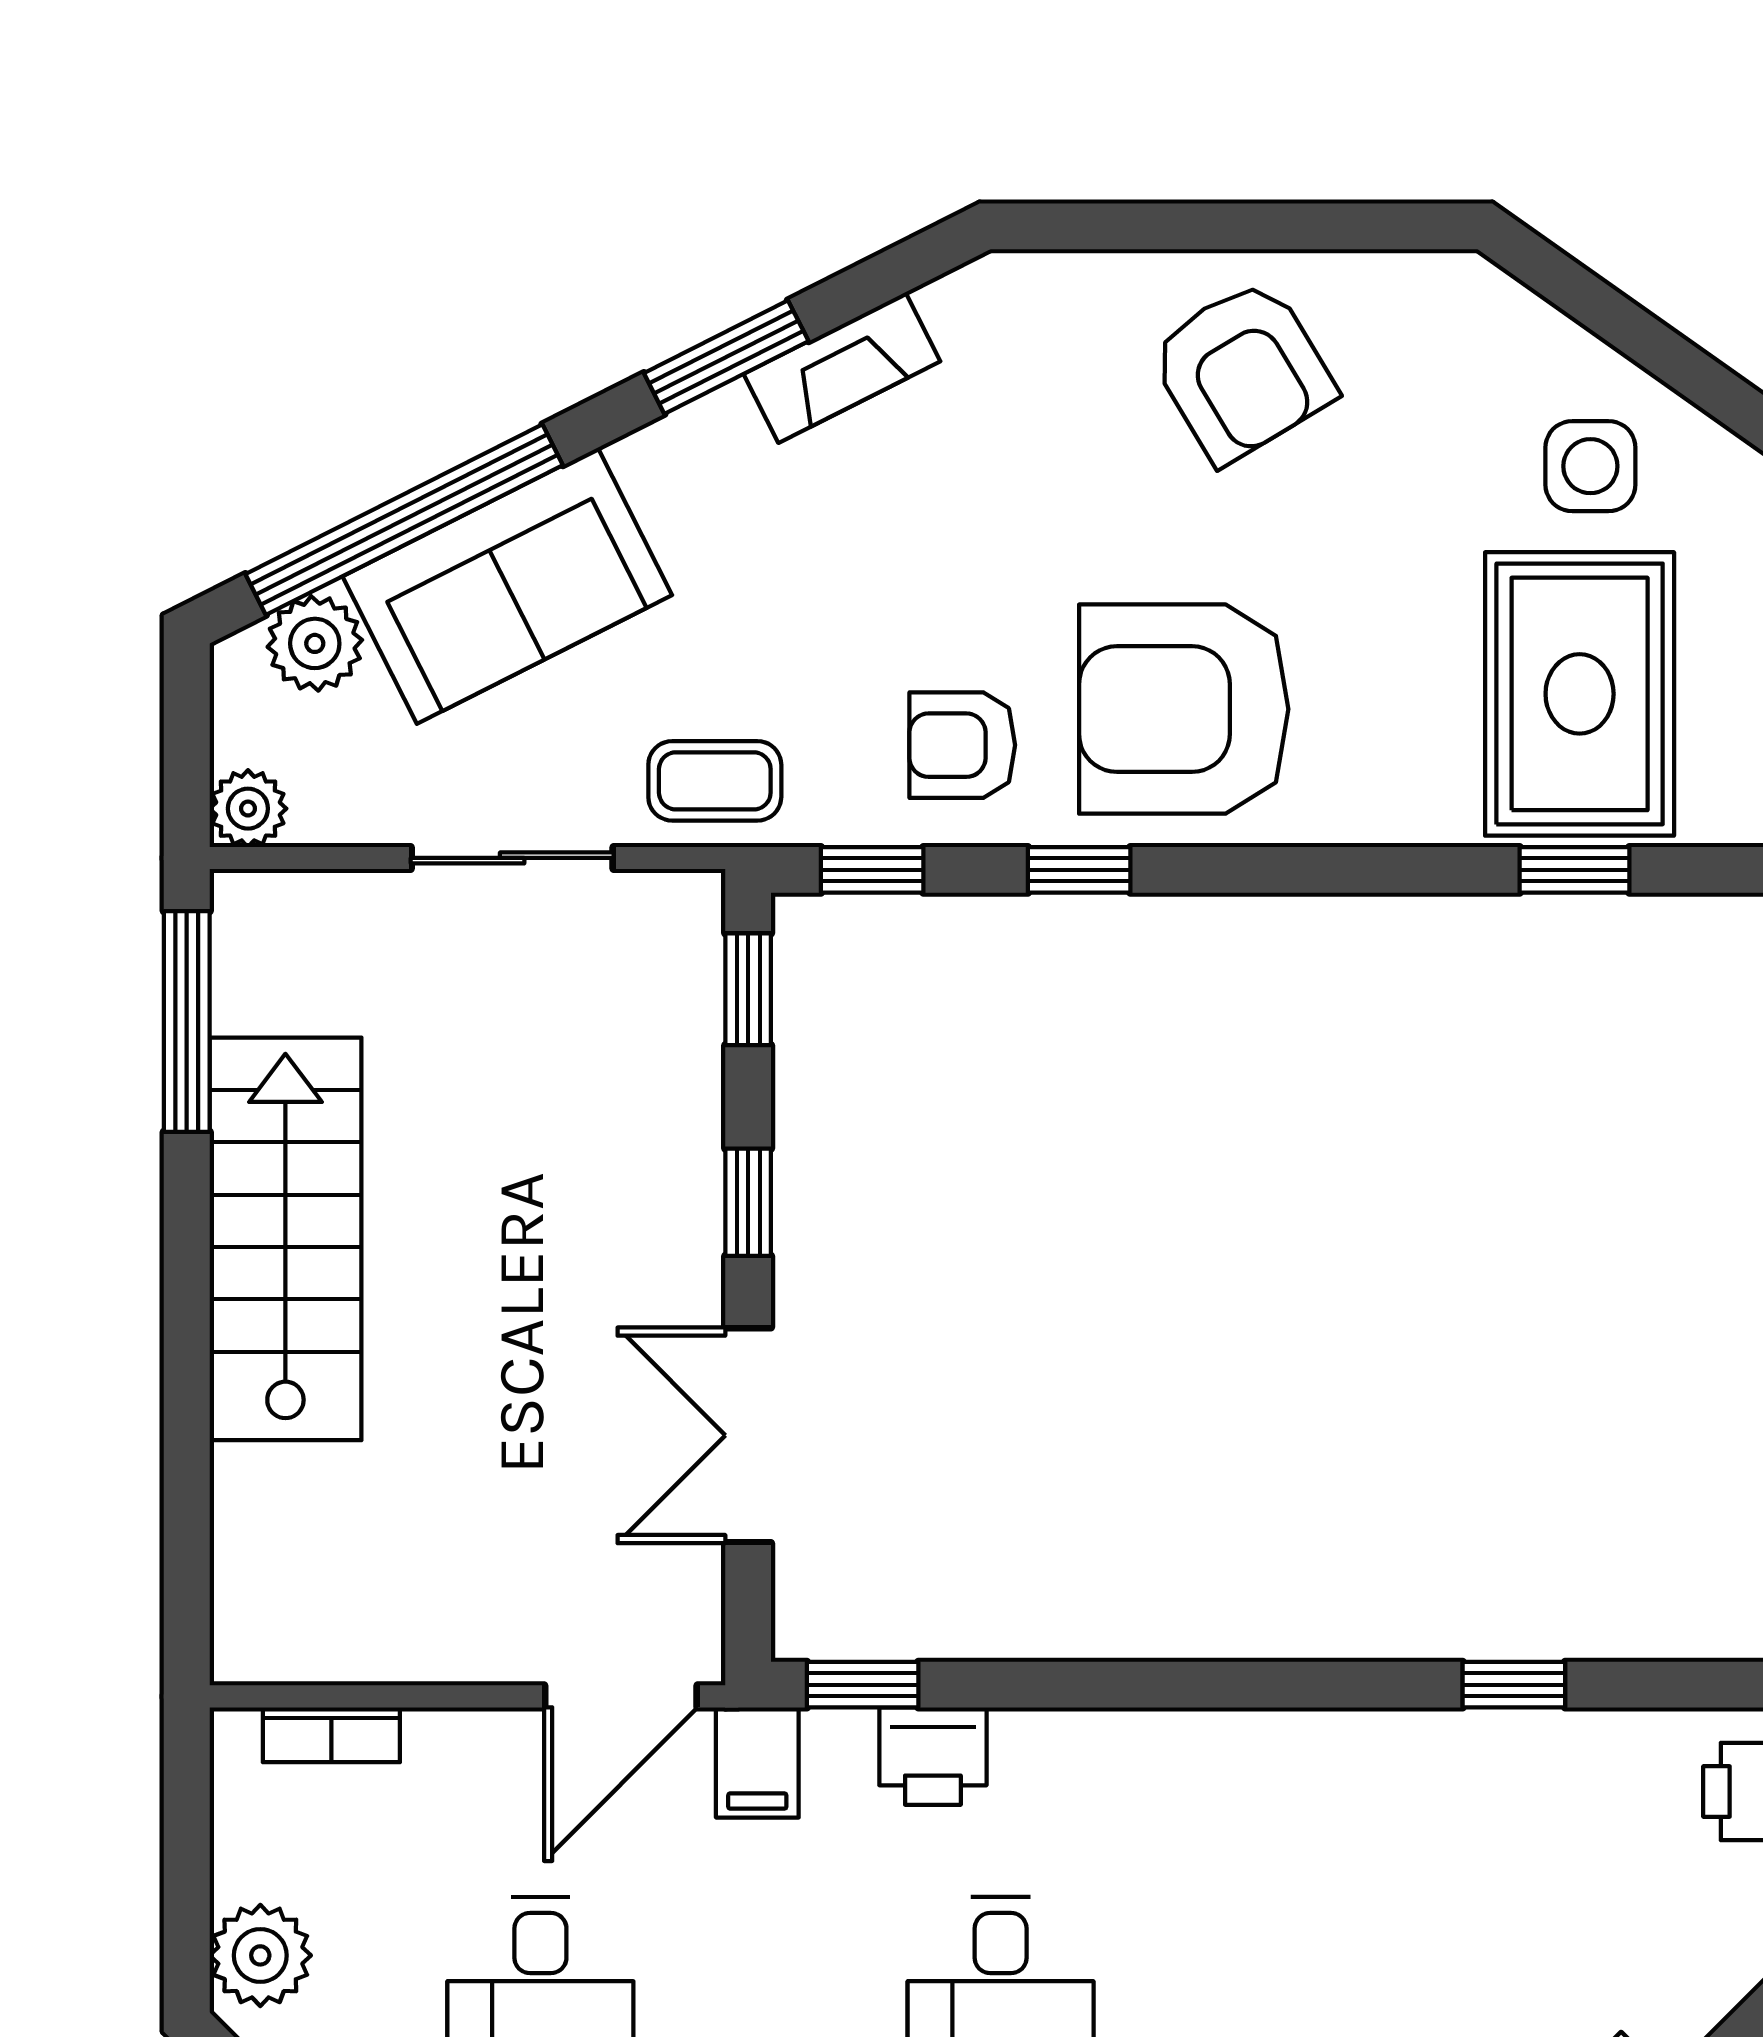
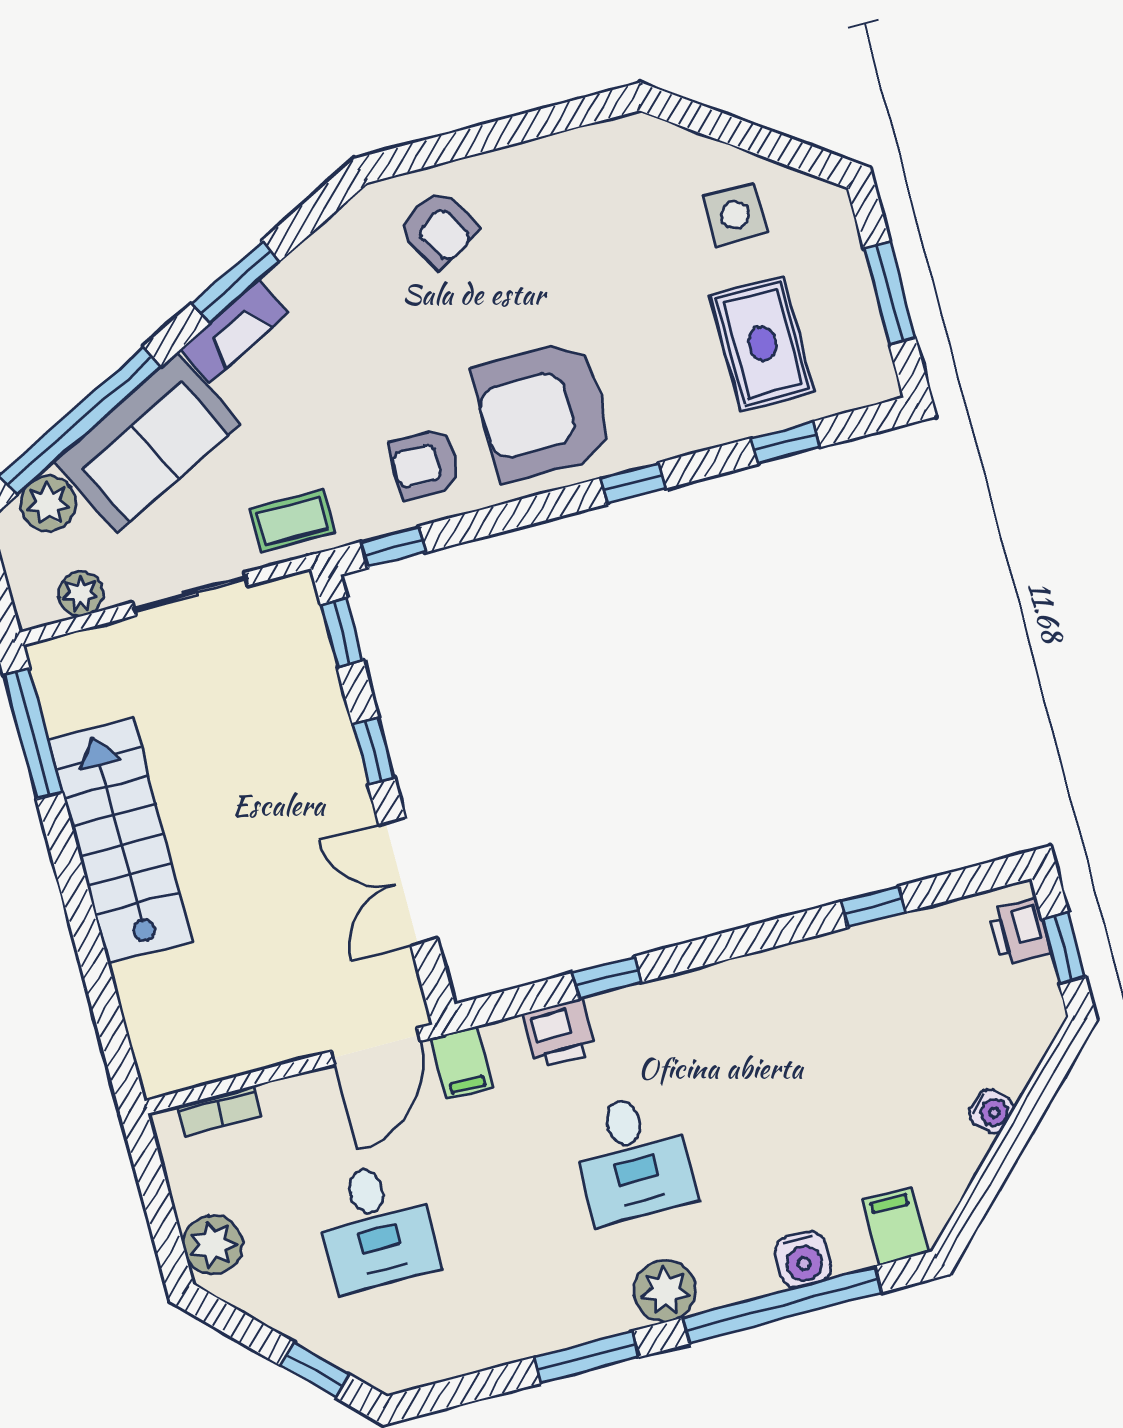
fireplace: (842, 368) -> (234, 331), moved
armchair: (1242, 371) -> (438, 229), moved, width x0.72, depth x0.72
rug: (1580, 694) -> (762, 344), width x0.73, depth x0.70
plant: (248, 809) -> (81, 594), moved
window: (1079, 870) -> (633, 483), moved
window: (863, 1685) -> (607, 978), moved

